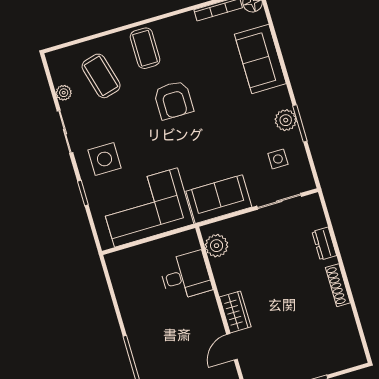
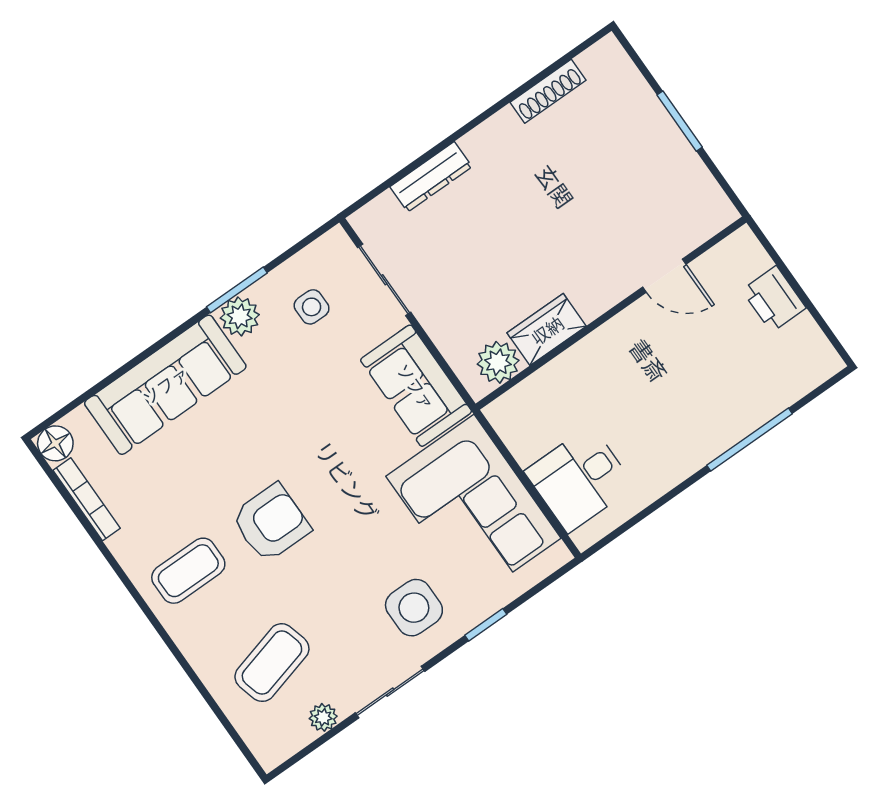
coffee table: (145, 48) -> (188, 571), moved
sofa: (260, 59) -> (165, 385), width x1.36
dresser: (324, 244) -> (431, 177), width x1.44
desk: (185, 276) -> (579, 479), moved, turned -90
shoe rack: (338, 285) -> (548, 91), moved
wardrobe: (235, 312) -> (547, 330), moved

